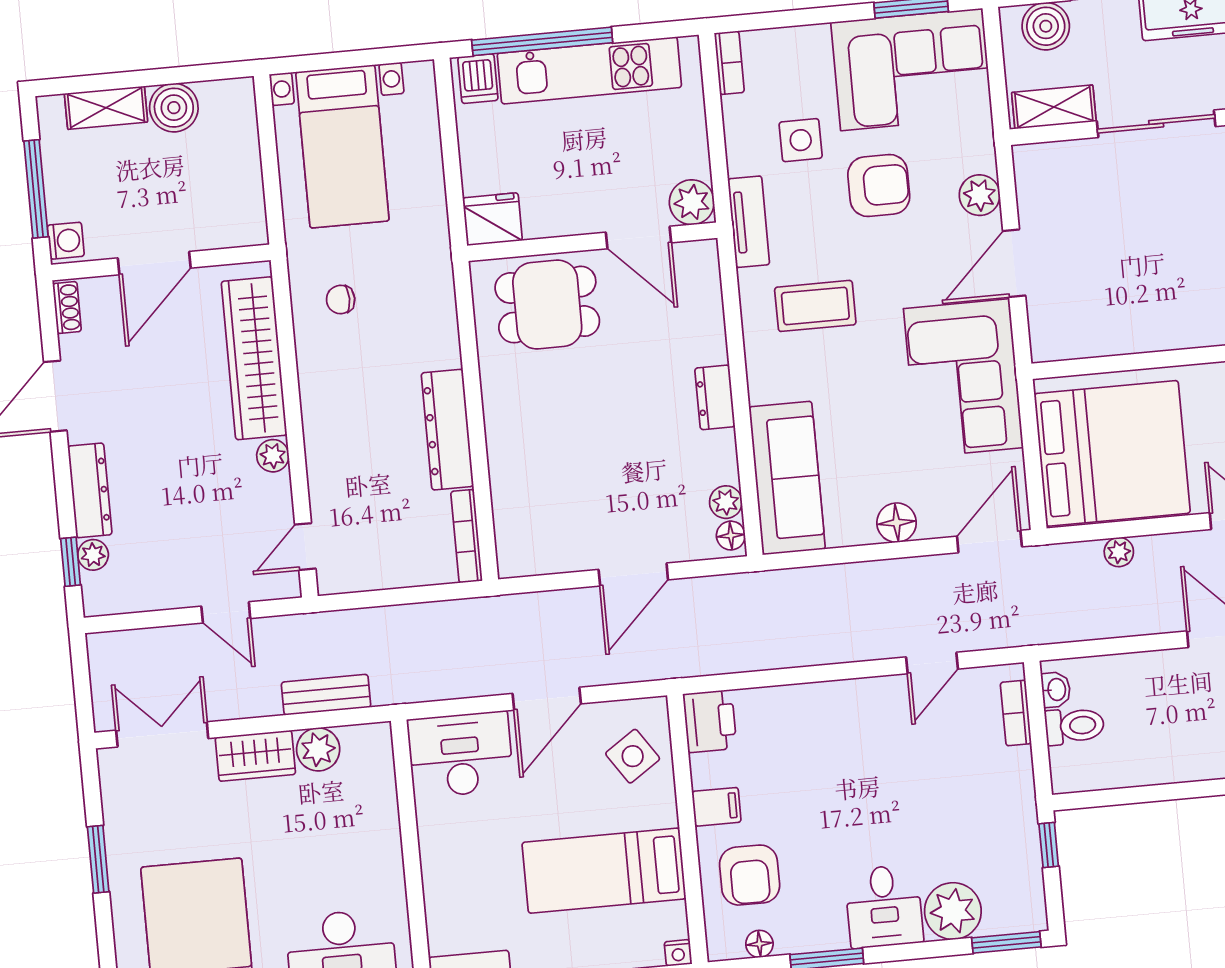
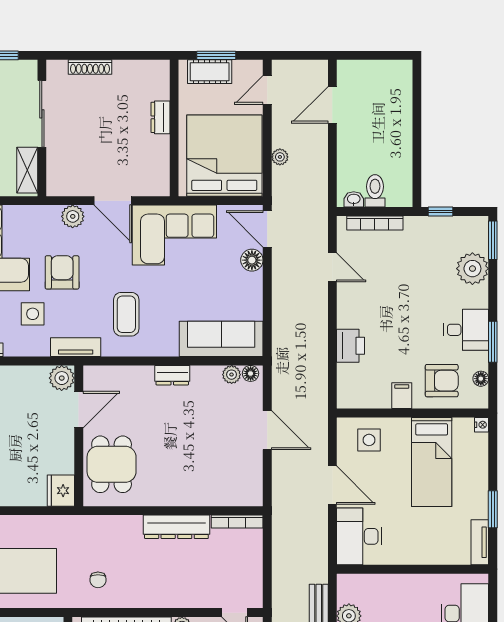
dresser: (1169, 334) -> (160, 117), added
floor lamp: (897, 523) -> (252, 260), moved
bookcase: (1016, 713) -> (375, 223), width x1.56
printer: (710, 721) -> (350, 346), moved, turned 90
side table: (633, 756) -> (369, 440), turned 34
desk: (884, 906) -> (466, 330), moved

